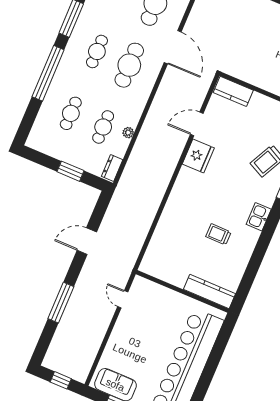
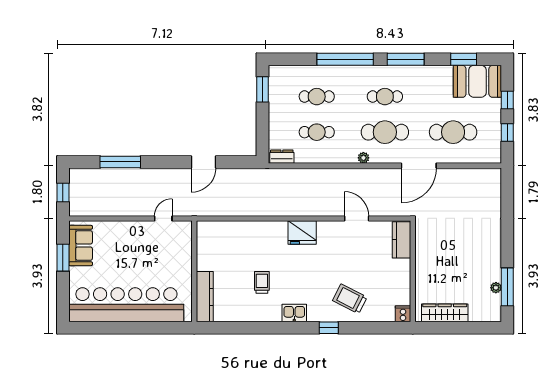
plant: (128, 133) -> (363, 158), moved
fridge: (198, 156) -> (302, 232), moved
window: (70, 171) -> (262, 89), moved
door: (87, 241) -> (204, 162), swing flipped
window: (61, 303) -> (120, 162), moved

